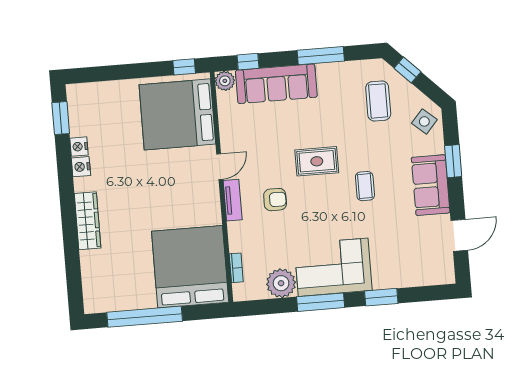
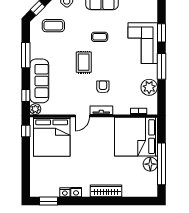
door: (220, 167) -> (82, 116), swing flipped
corner sofa: (333, 267) -> (143, 43), moved
floor lamp: (143, 297) -> (150, 164), added

